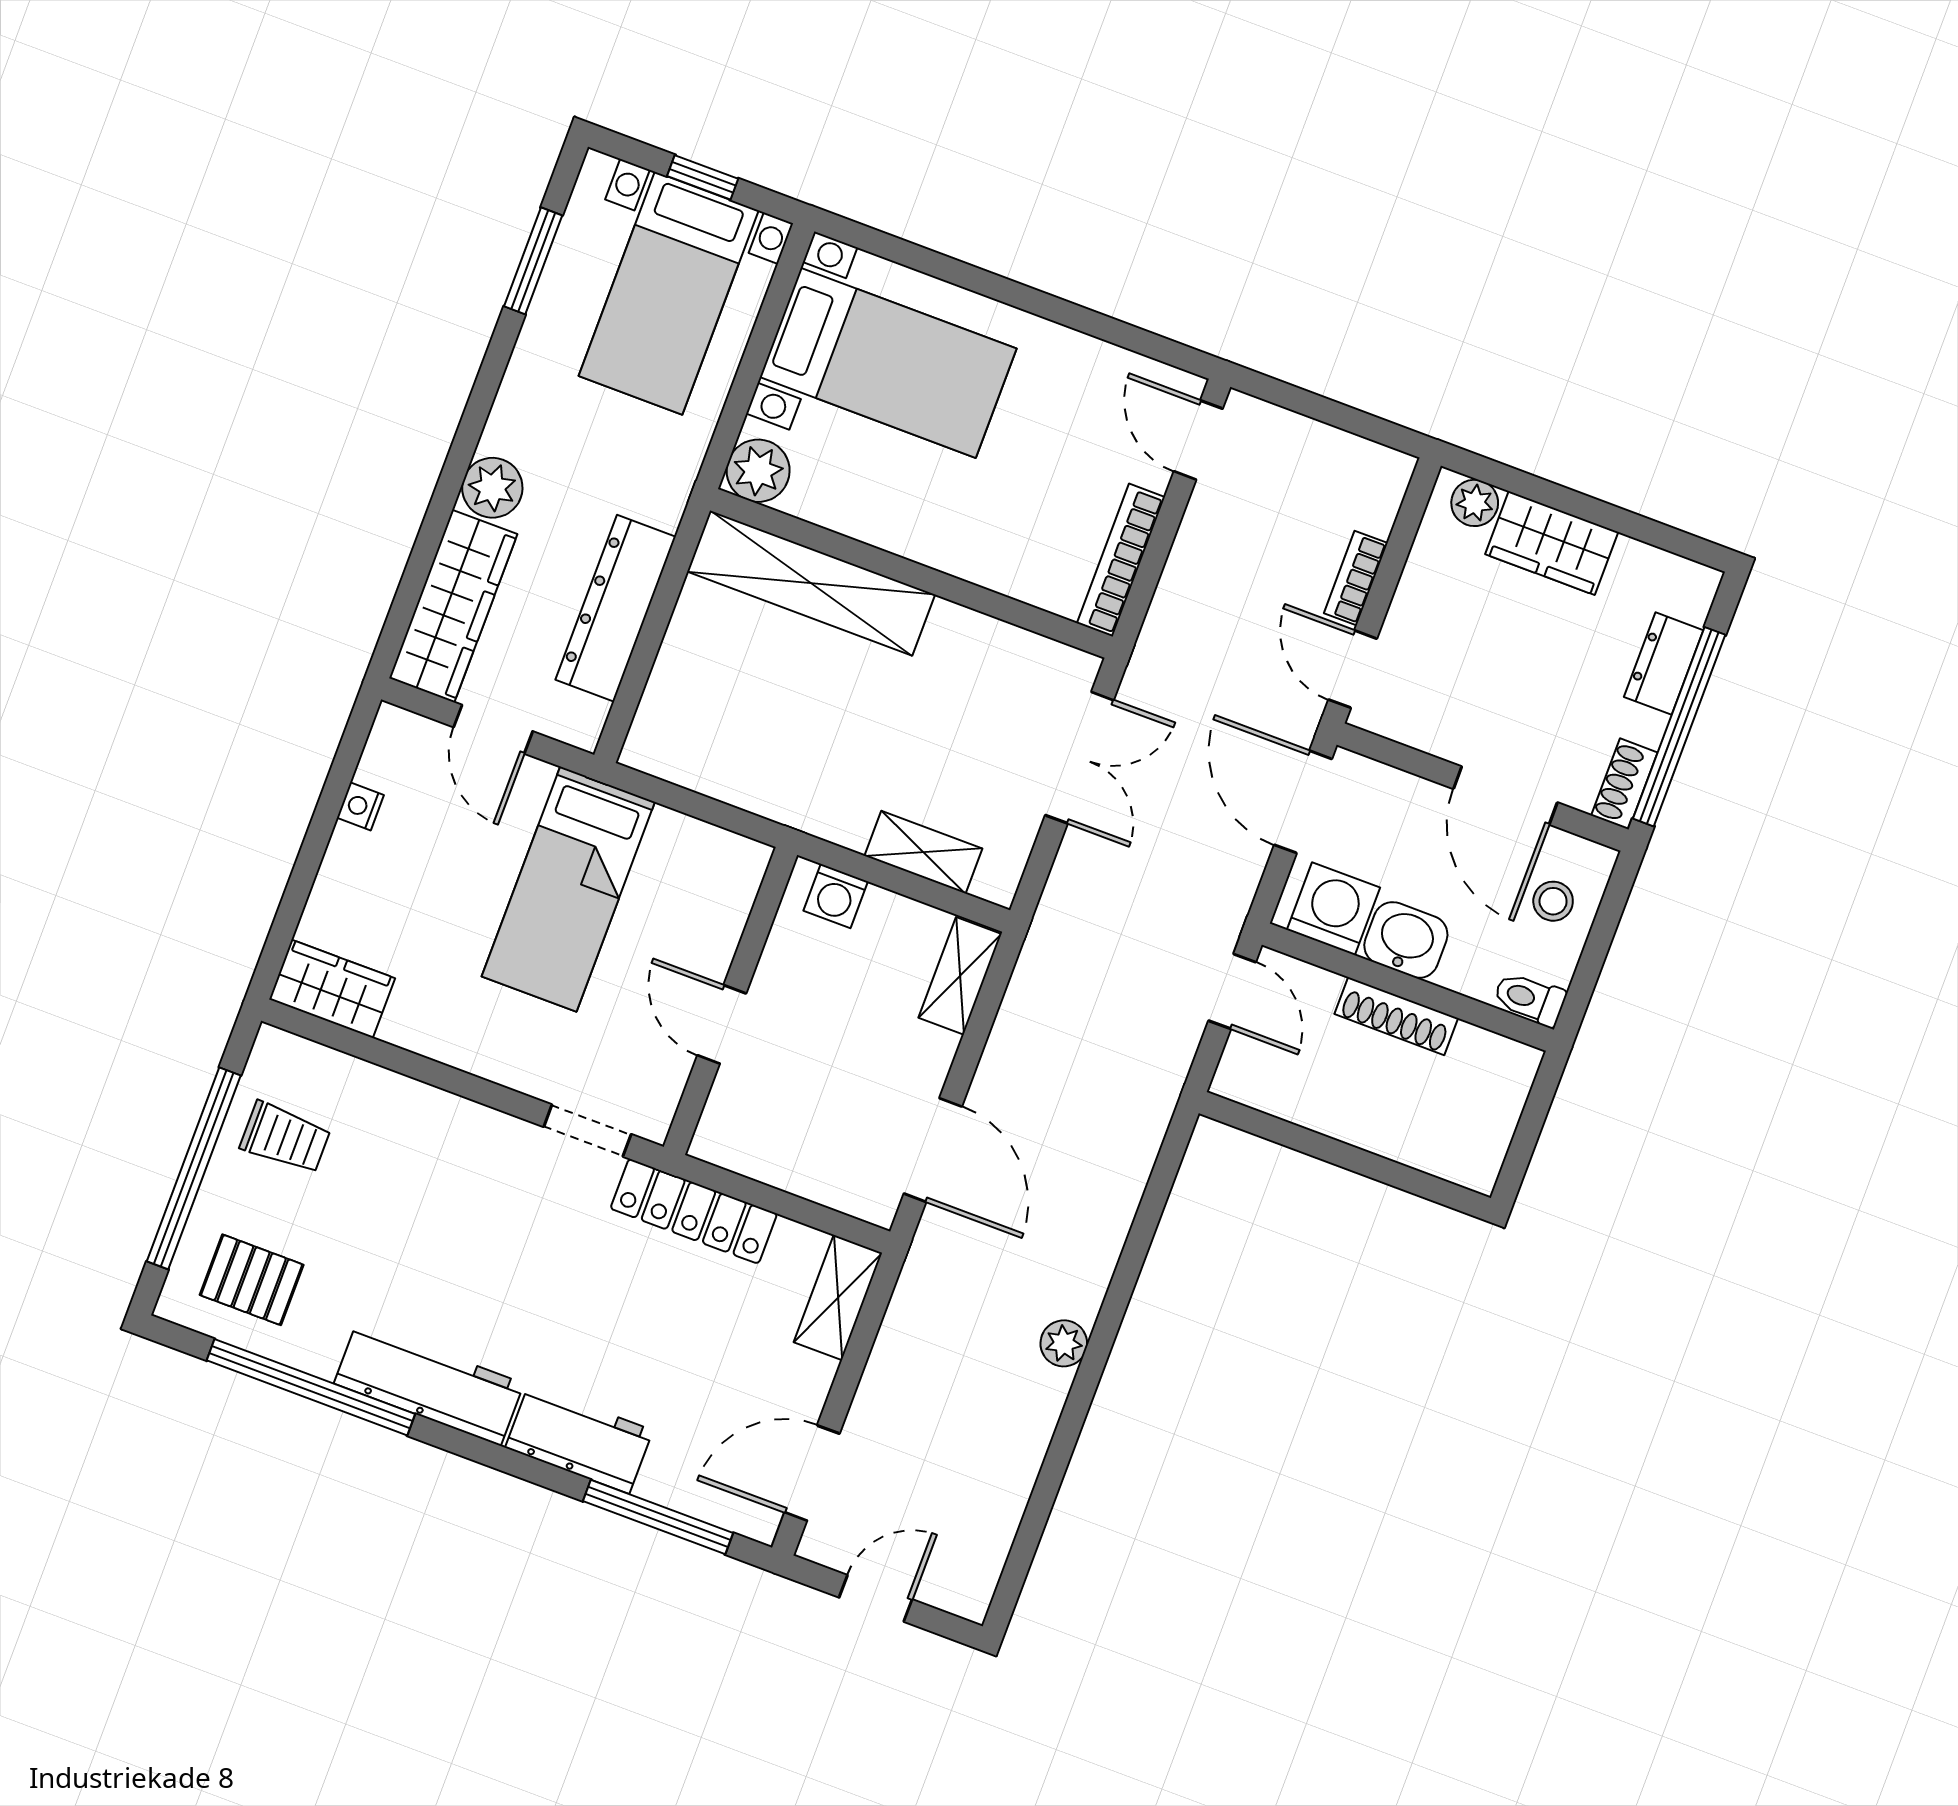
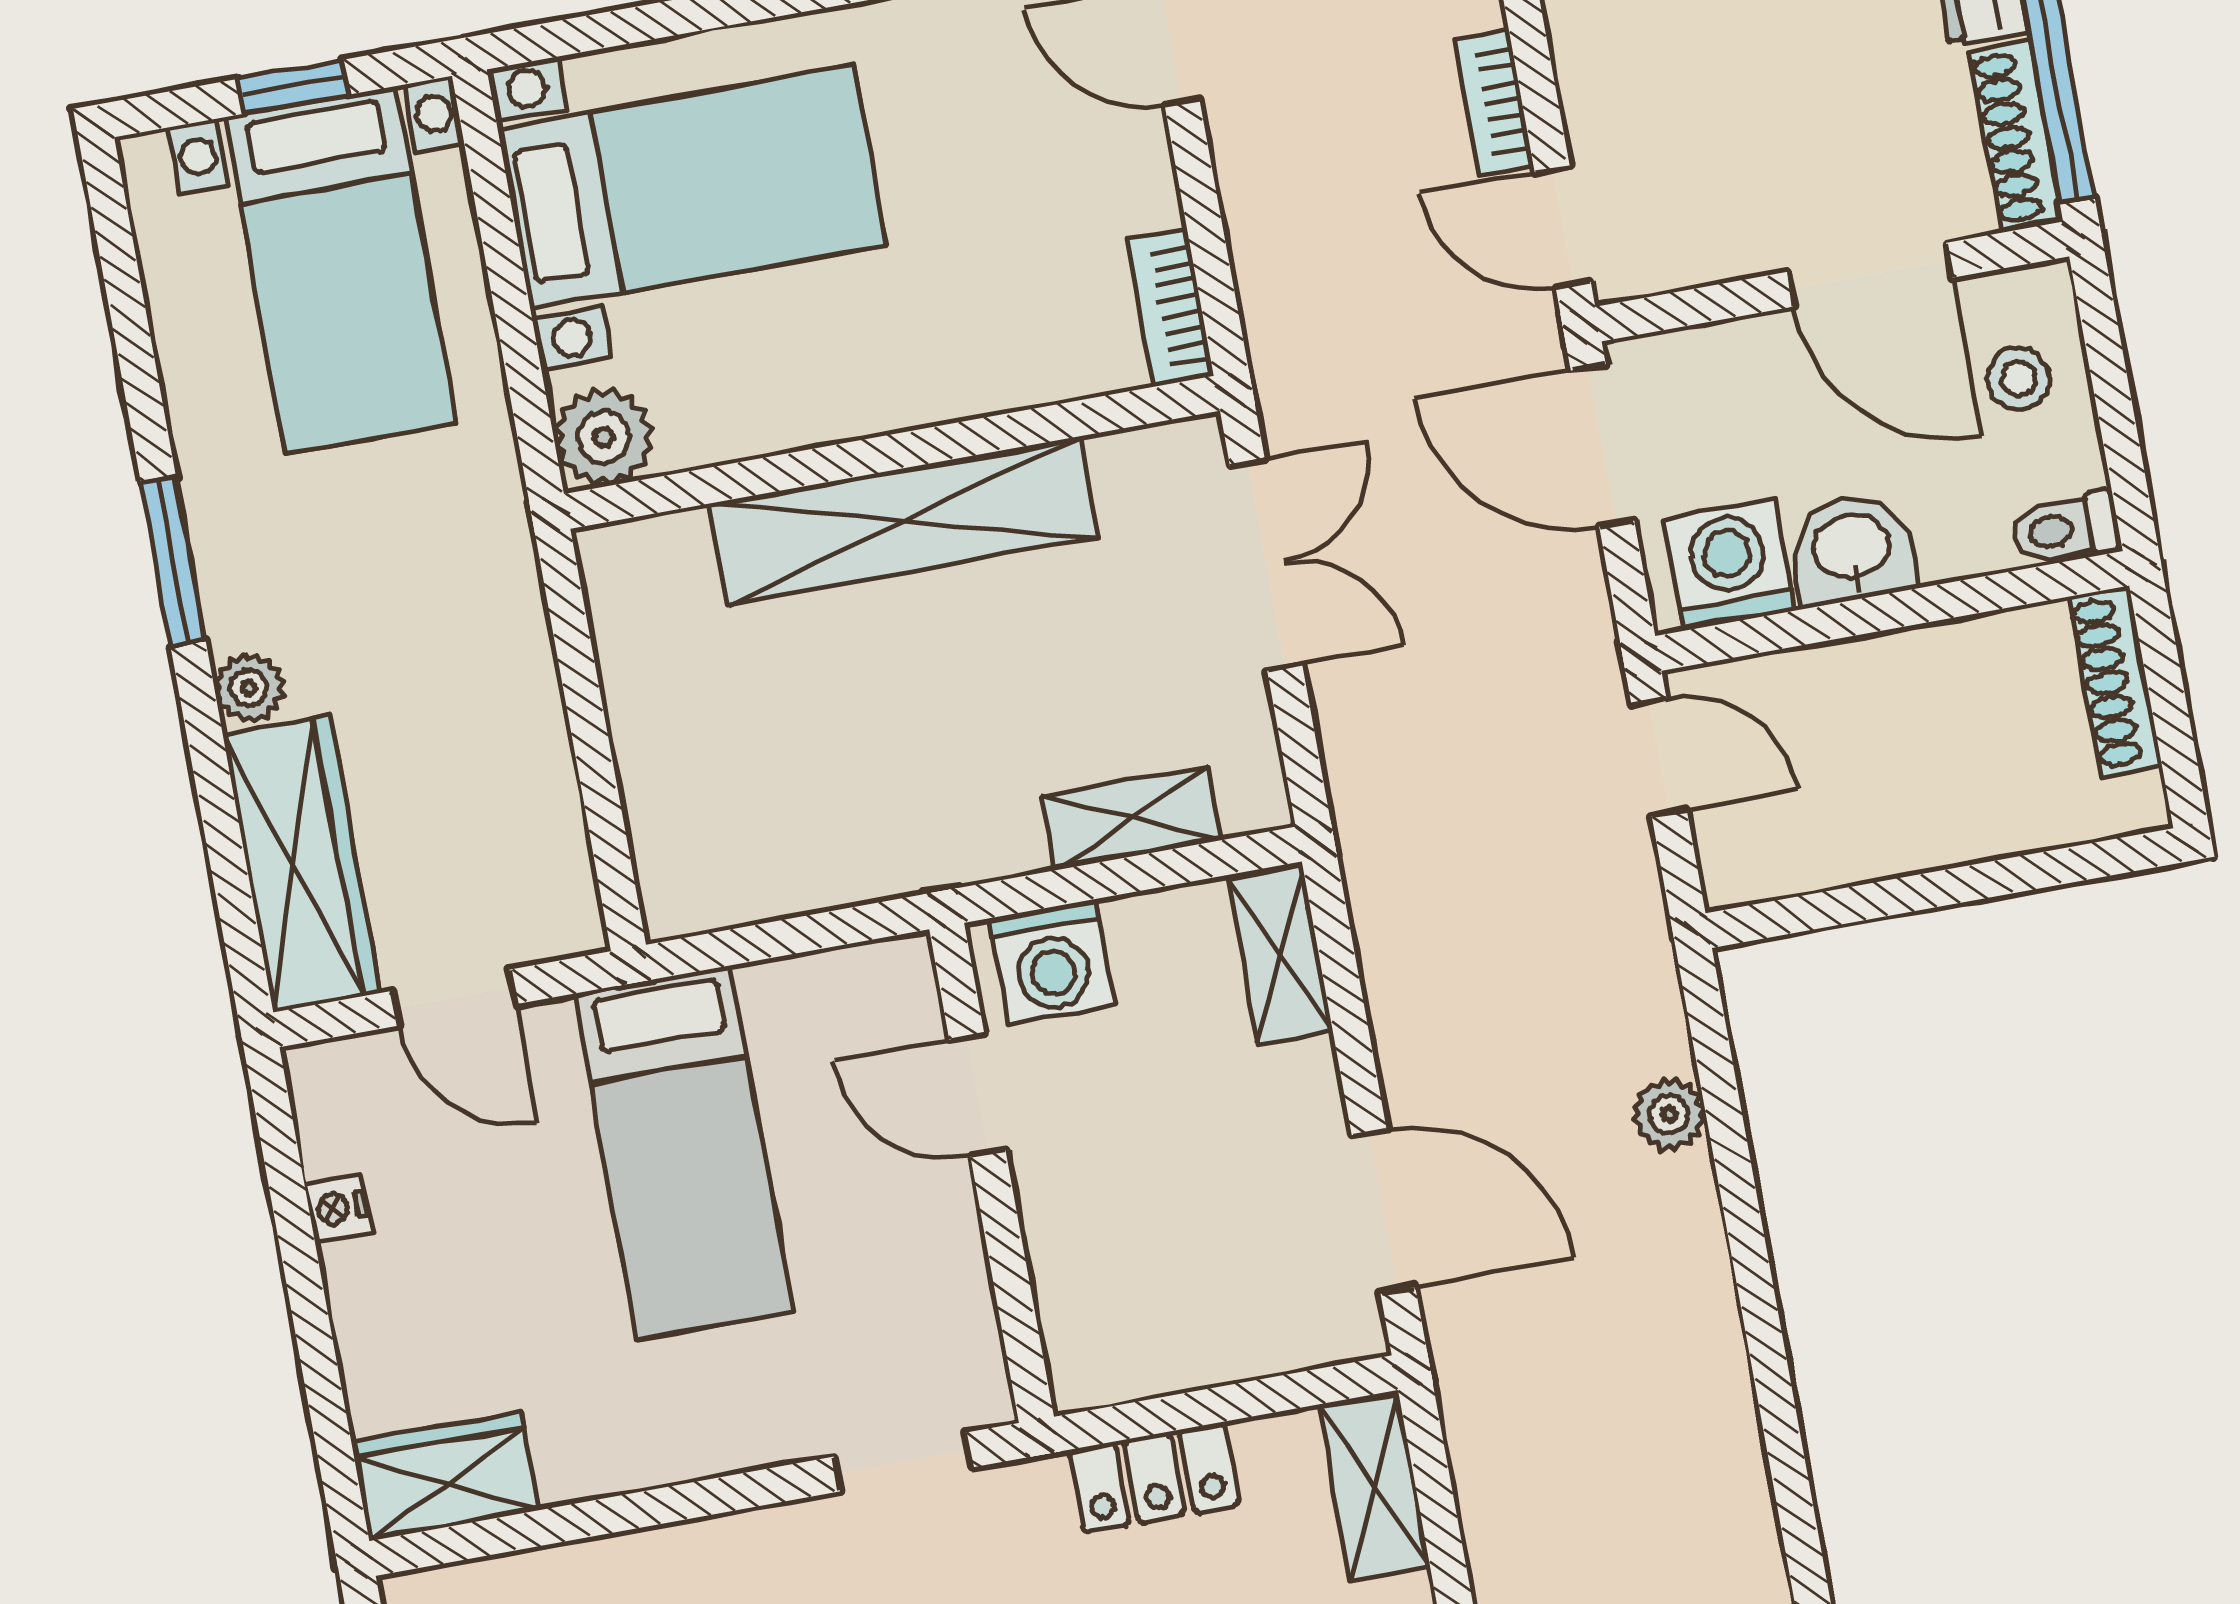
window: (533, 261) -> (173, 562), moved
plant: (492, 488) -> (249, 688), width x0.73, depth x0.73
bookcase: (1121, 560) -> (1171, 308), width x0.64
shelving: (811, 583) -> (905, 520), moved
dresser: (616, 608) -> (522, 736), removed
shoe rack: (1624, 784) -> (2016, 136), width x1.43
washing machine: (836, 896) -> (1052, 962), width x1.38, depth x1.38
shoe rack: (1396, 1016) -> (2115, 682), moved, turned 90
door: (722, 1024) -> (977, 1095), moved
locker: (694, 1211) -> (1154, 1477), width x0.66
plant: (1064, 1343) -> (1669, 1114), moved

